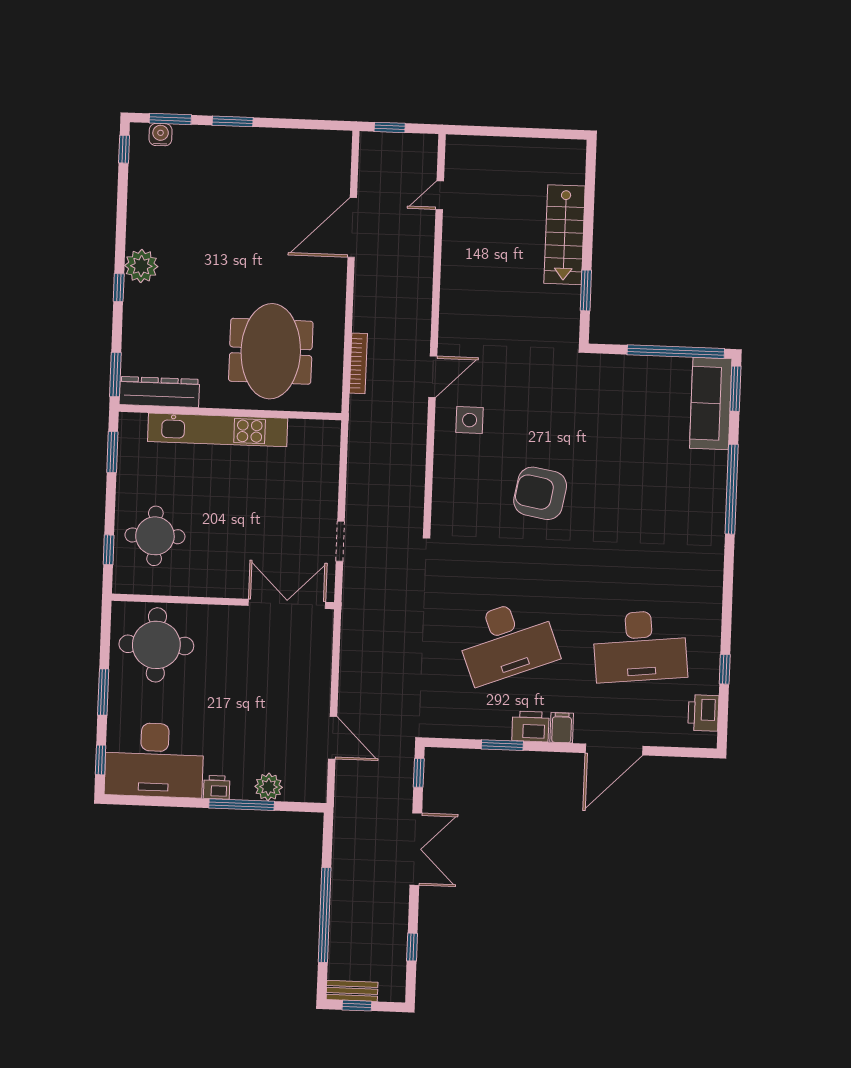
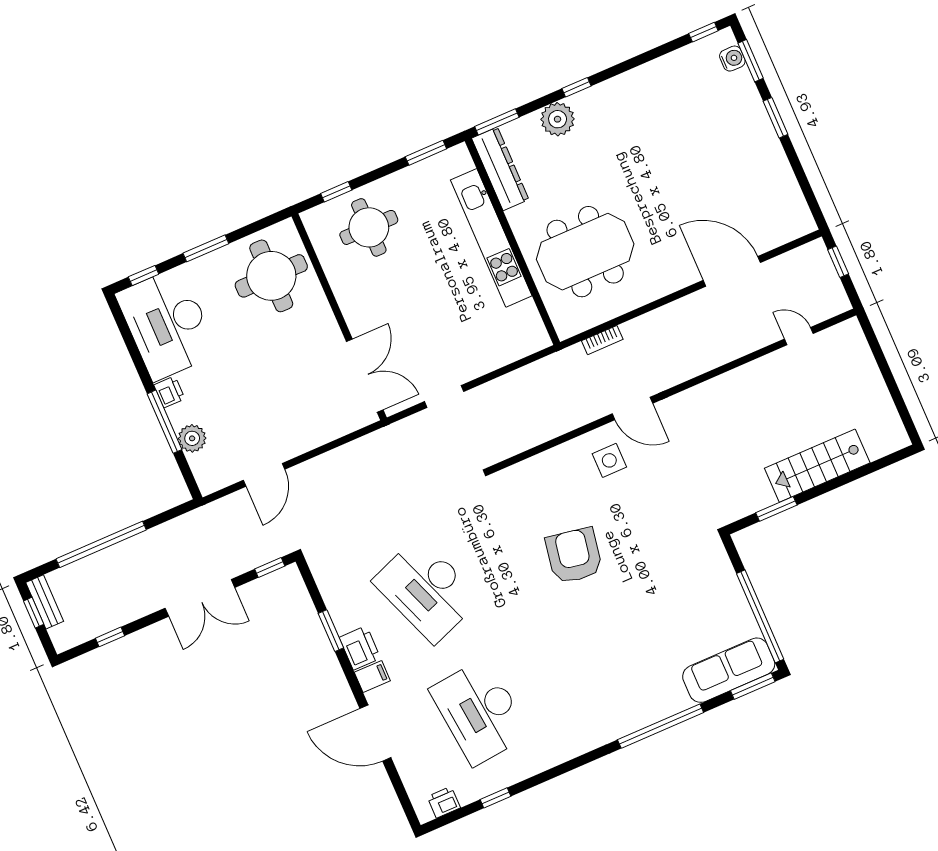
plant: (141, 266) -> (558, 119), moved
bookcase: (358, 363) -> (602, 340), width x0.64
printer: (703, 713) -> (444, 802), width x0.73, depth x0.81

